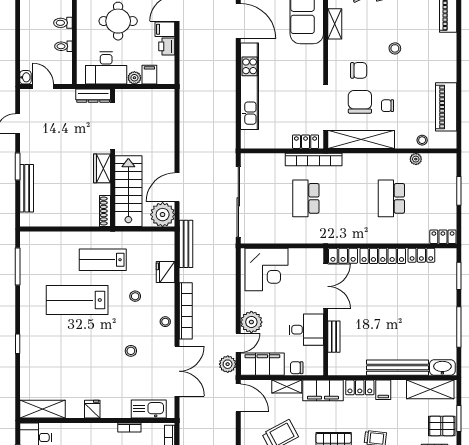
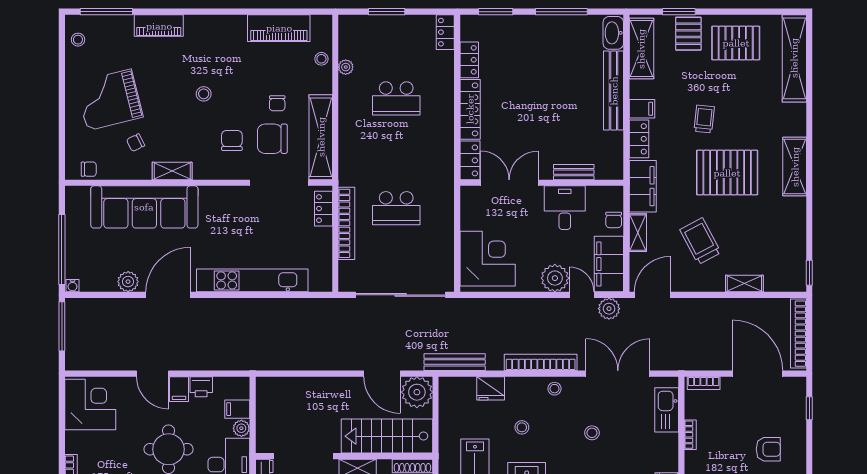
bookcase: (314, 160) -> (346, 223), moved

